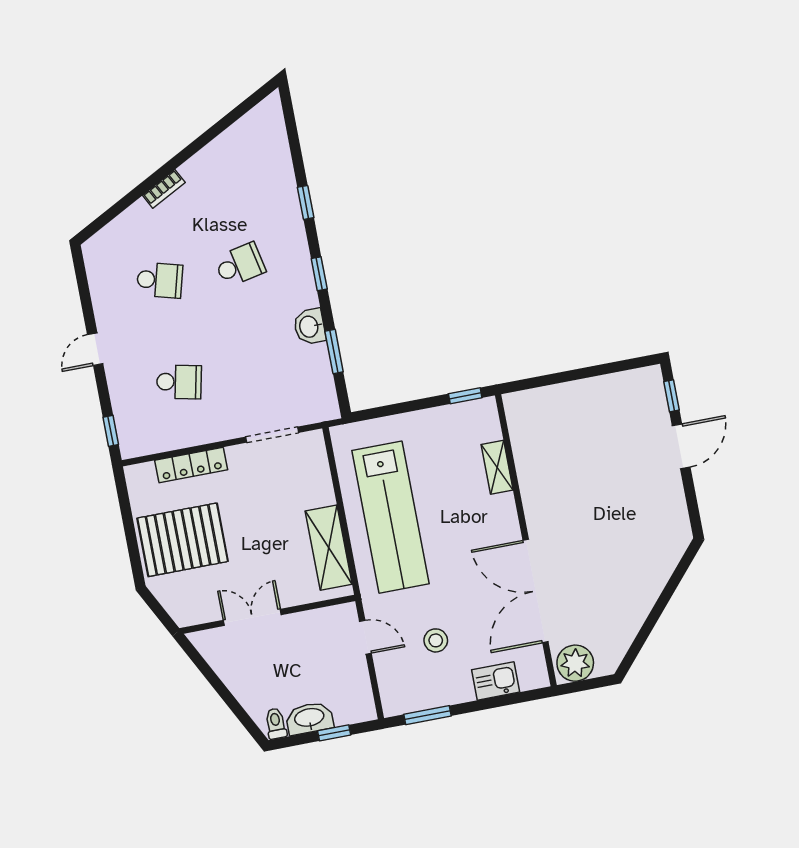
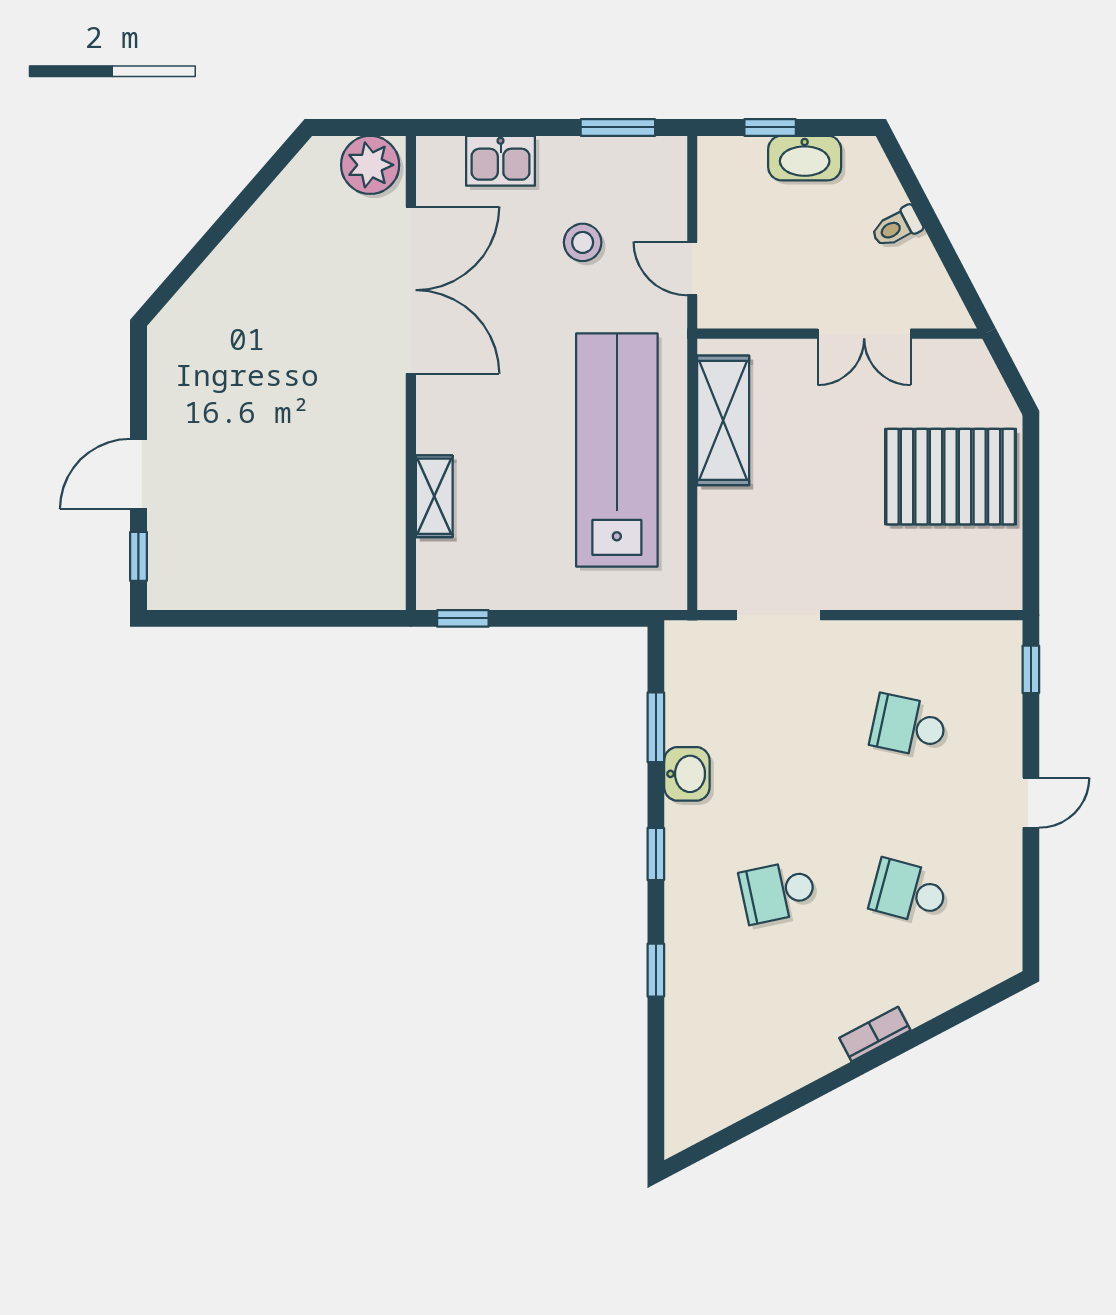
locker: (191, 465) -> (915, 592), removed
toilet: (276, 724) -> (897, 227), moved, turned 62

